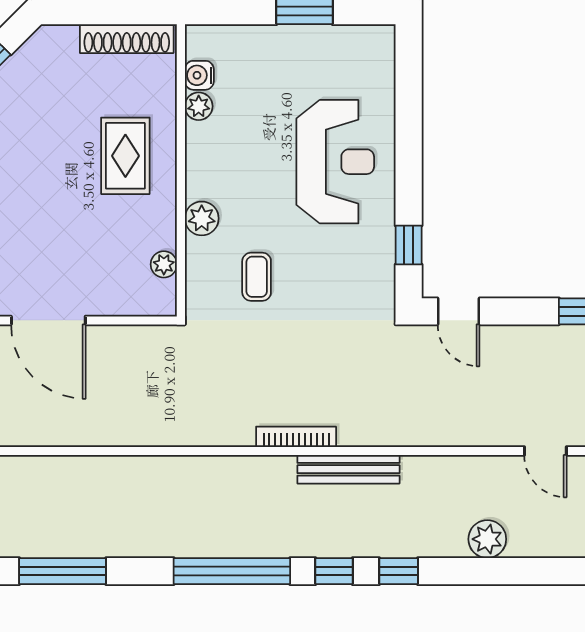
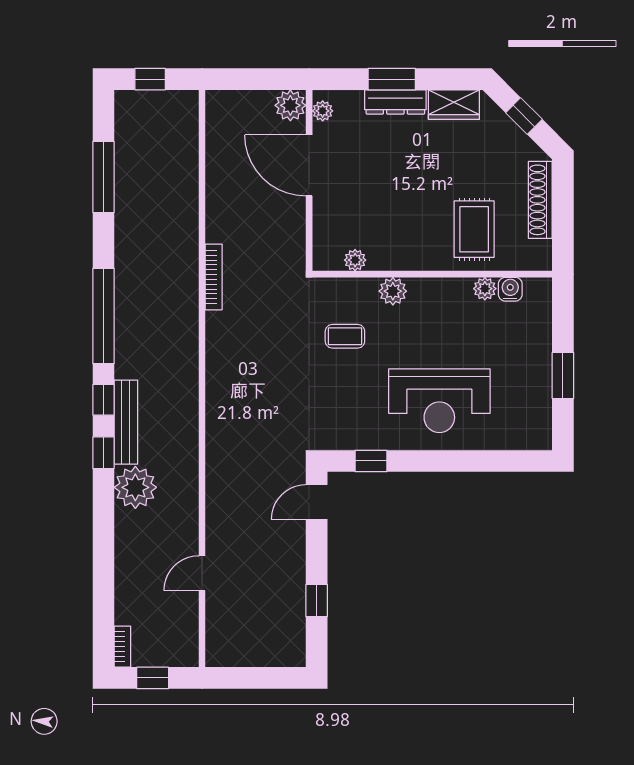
shoe rack: (127, 39) -> (540, 200), moved
rug: (125, 156) -> (474, 229), moved, turned 90
door: (48, 320) -> (309, 165), hinge flipped
bookcase: (296, 437) -> (214, 277), moved
bench: (348, 469) -> (126, 422), moved
plant: (487, 539) -> (135, 487), moved, width x1.36, depth x1.36

